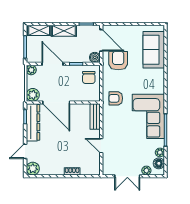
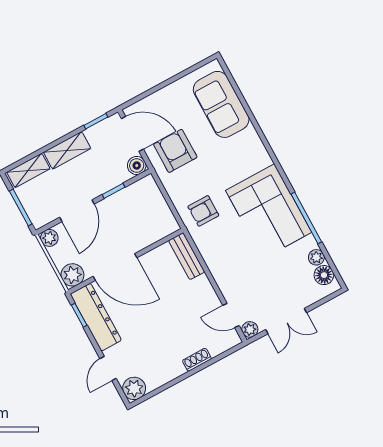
door: (53, 64) -> (77, 211), swing flipped
chair: (89, 77) -> (144, 201), removed
door: (101, 146) -> (231, 316), moved
plant: (146, 170) -> (250, 329), moved

